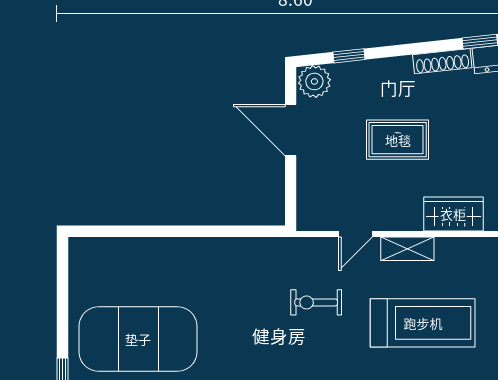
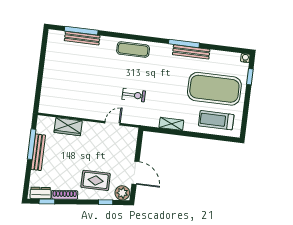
rug: (398, 140) -> (96, 180), moved
shelving: (407, 249) -> (171, 124), moved
treadmill: (423, 323) -> (216, 120), moved, width x0.73, depth x0.73

